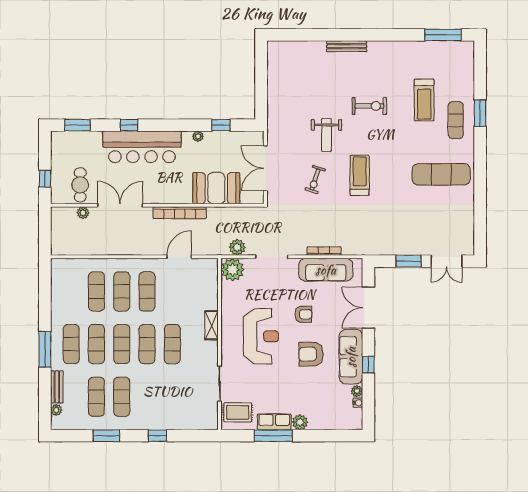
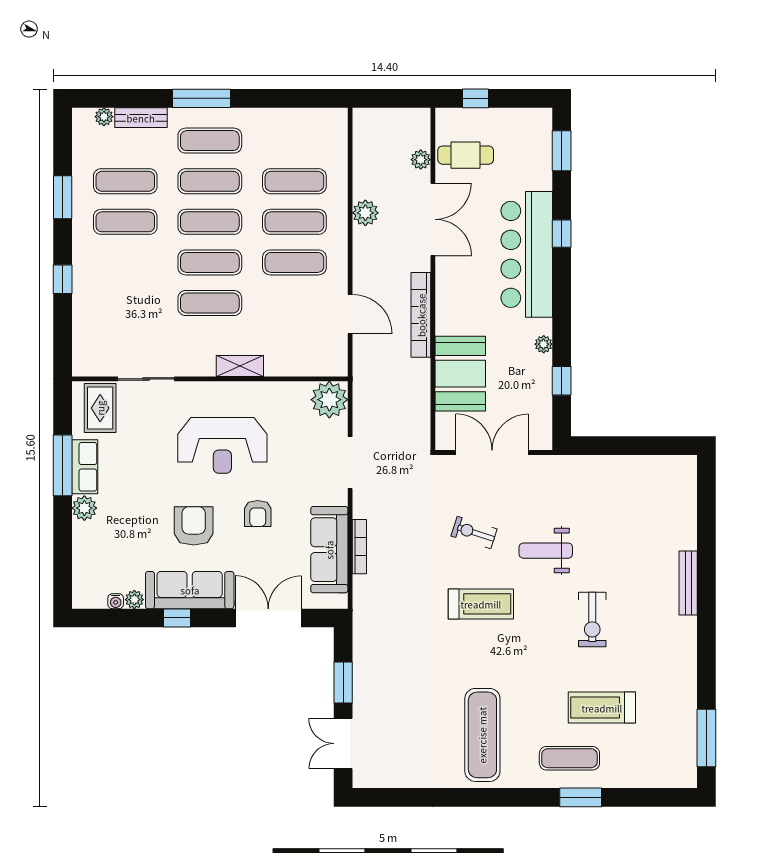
plant: (237, 247) -> (365, 213), moved

